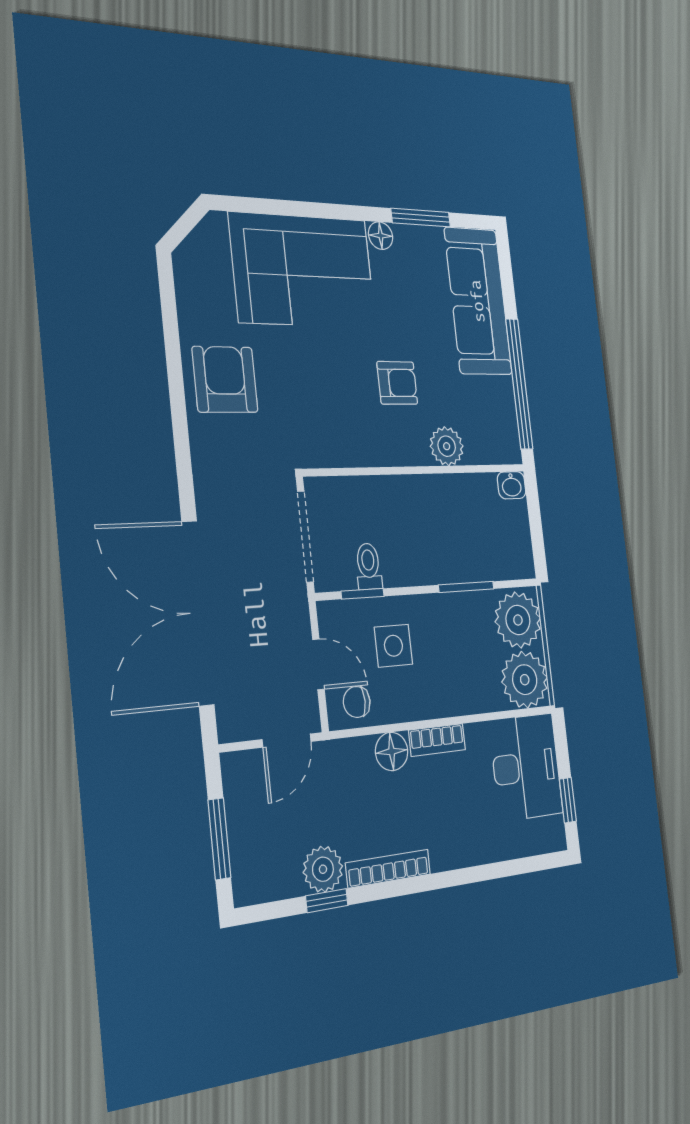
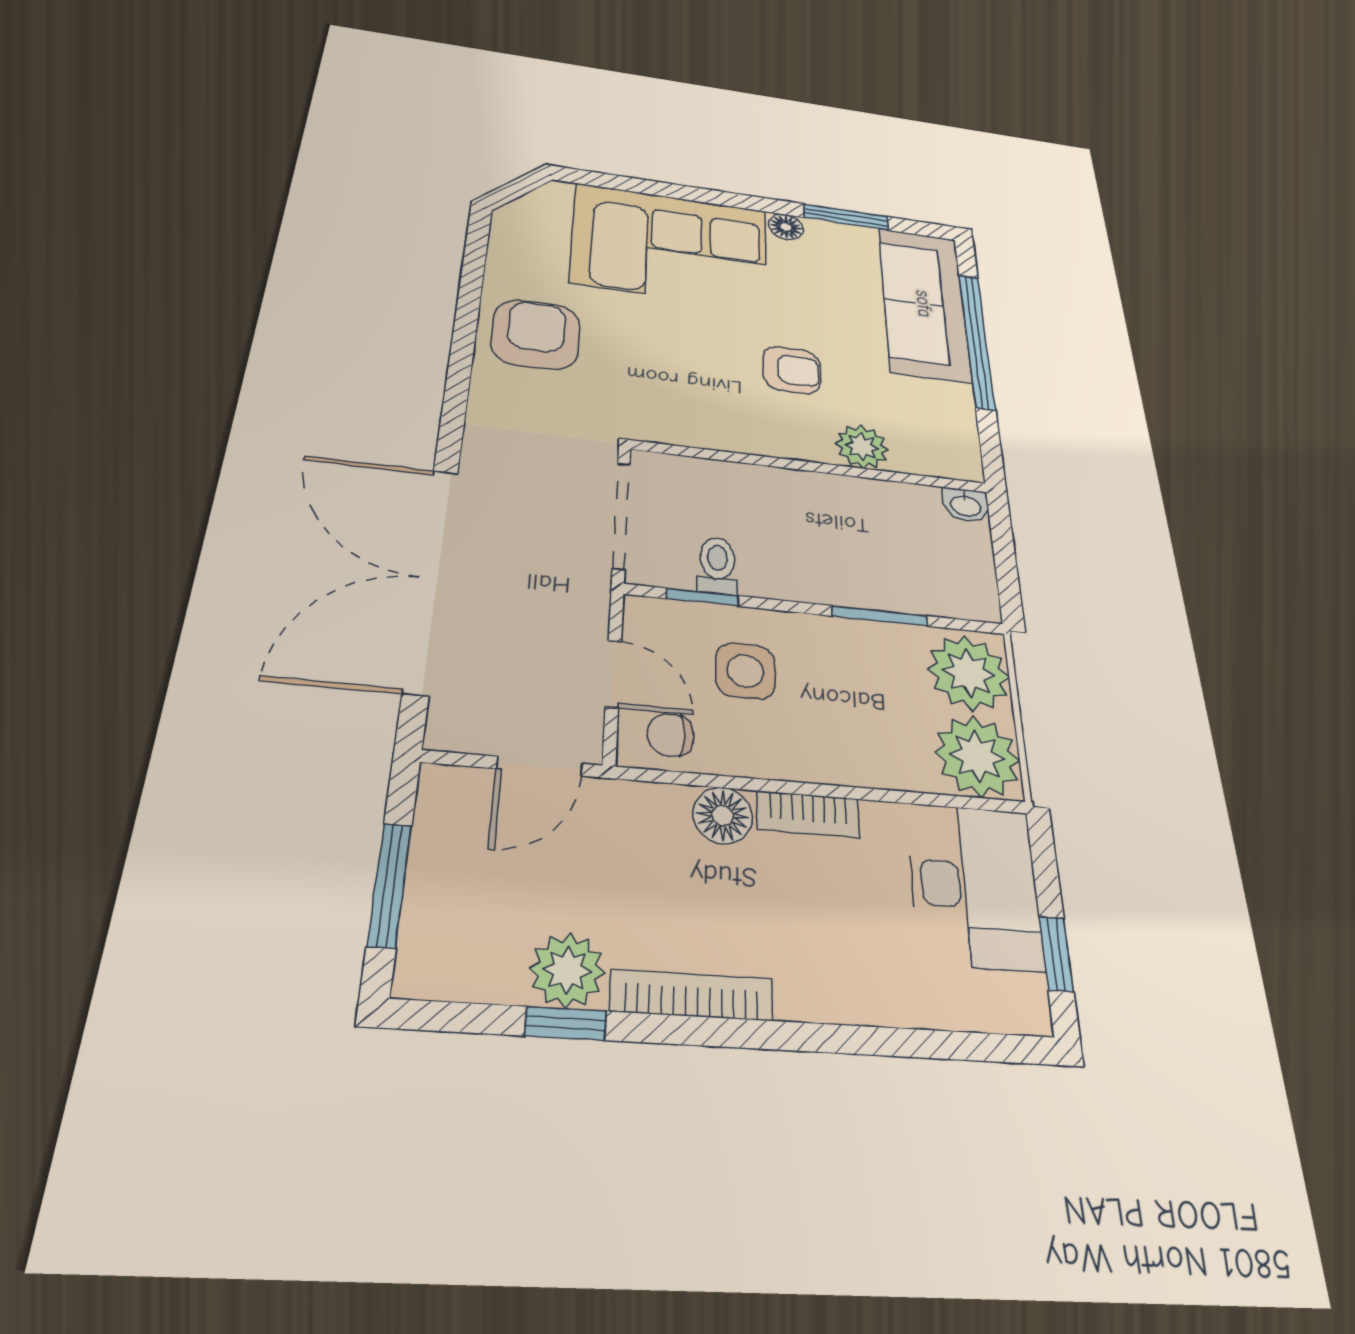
window: (519, 384) -> (977, 341), moved

